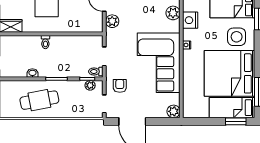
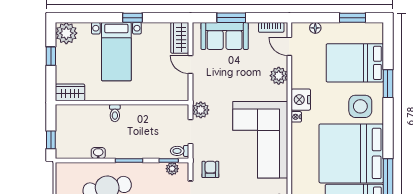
nightstand: (190, 20) -> (301, 100), moved
plant: (112, 21) -> (201, 110), moved

